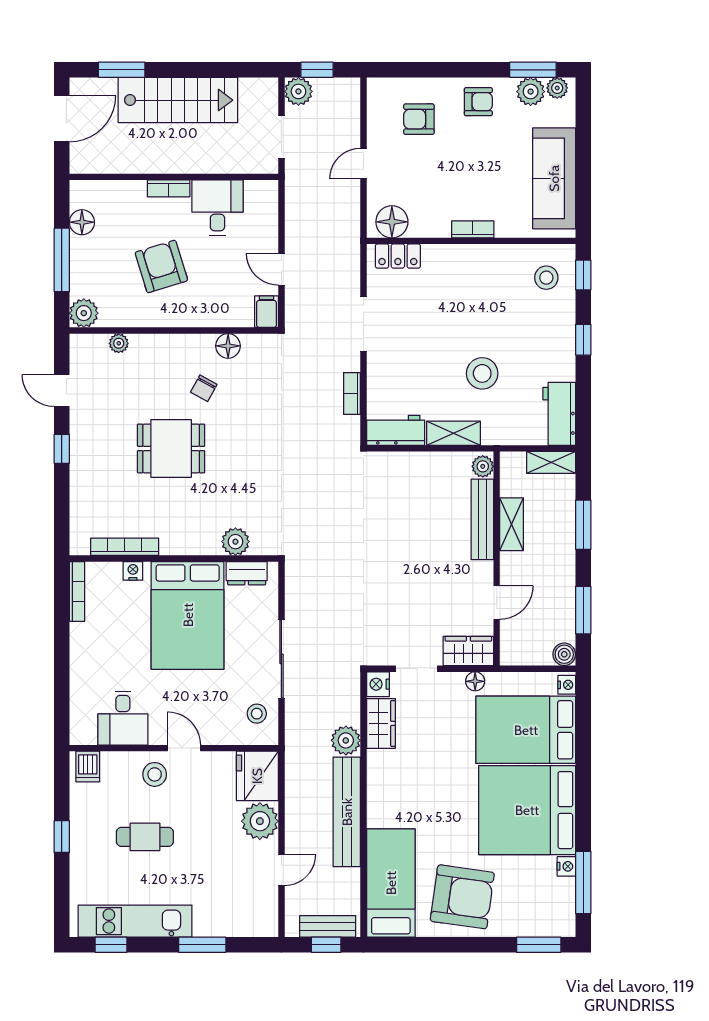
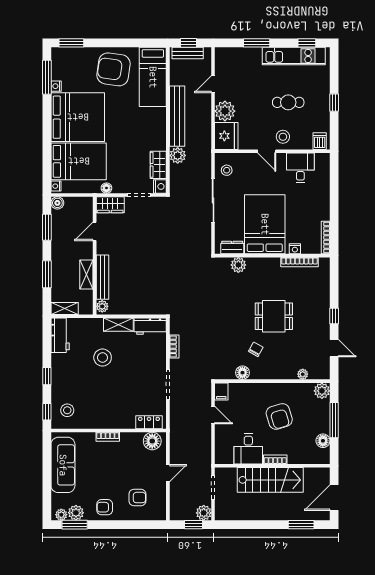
stairs: (178, 100) -> (270, 480), moved, turned 180

